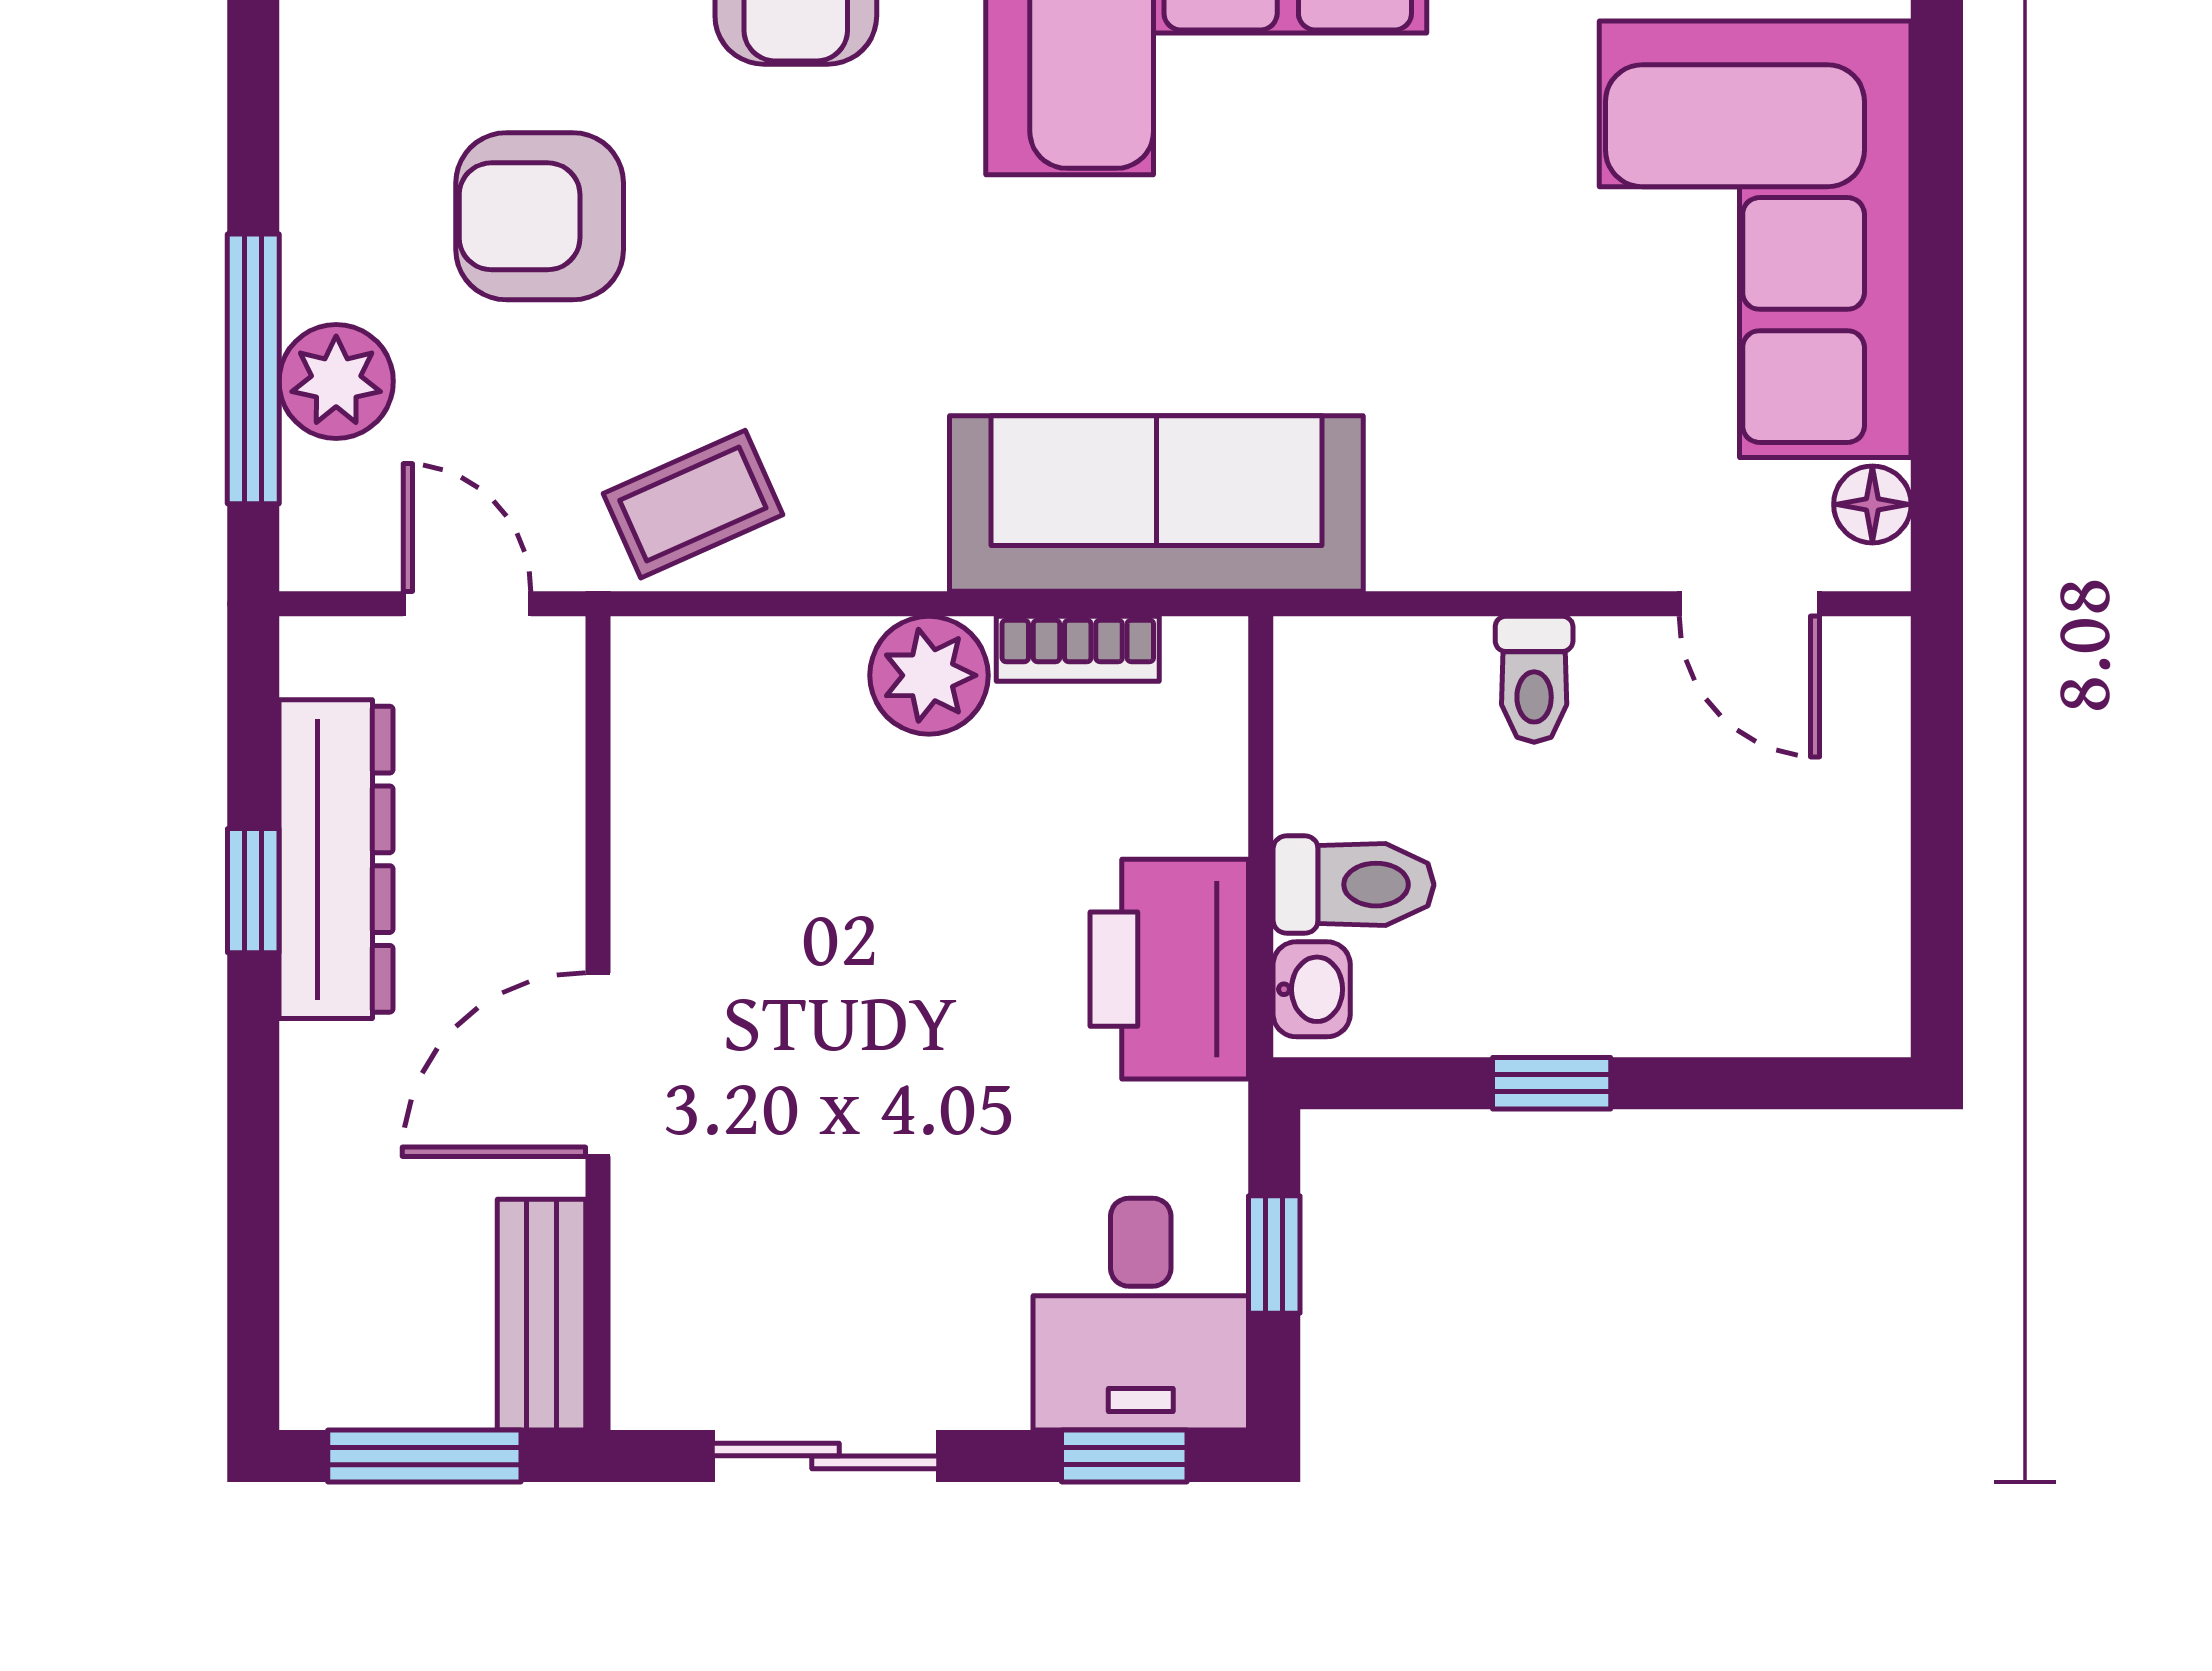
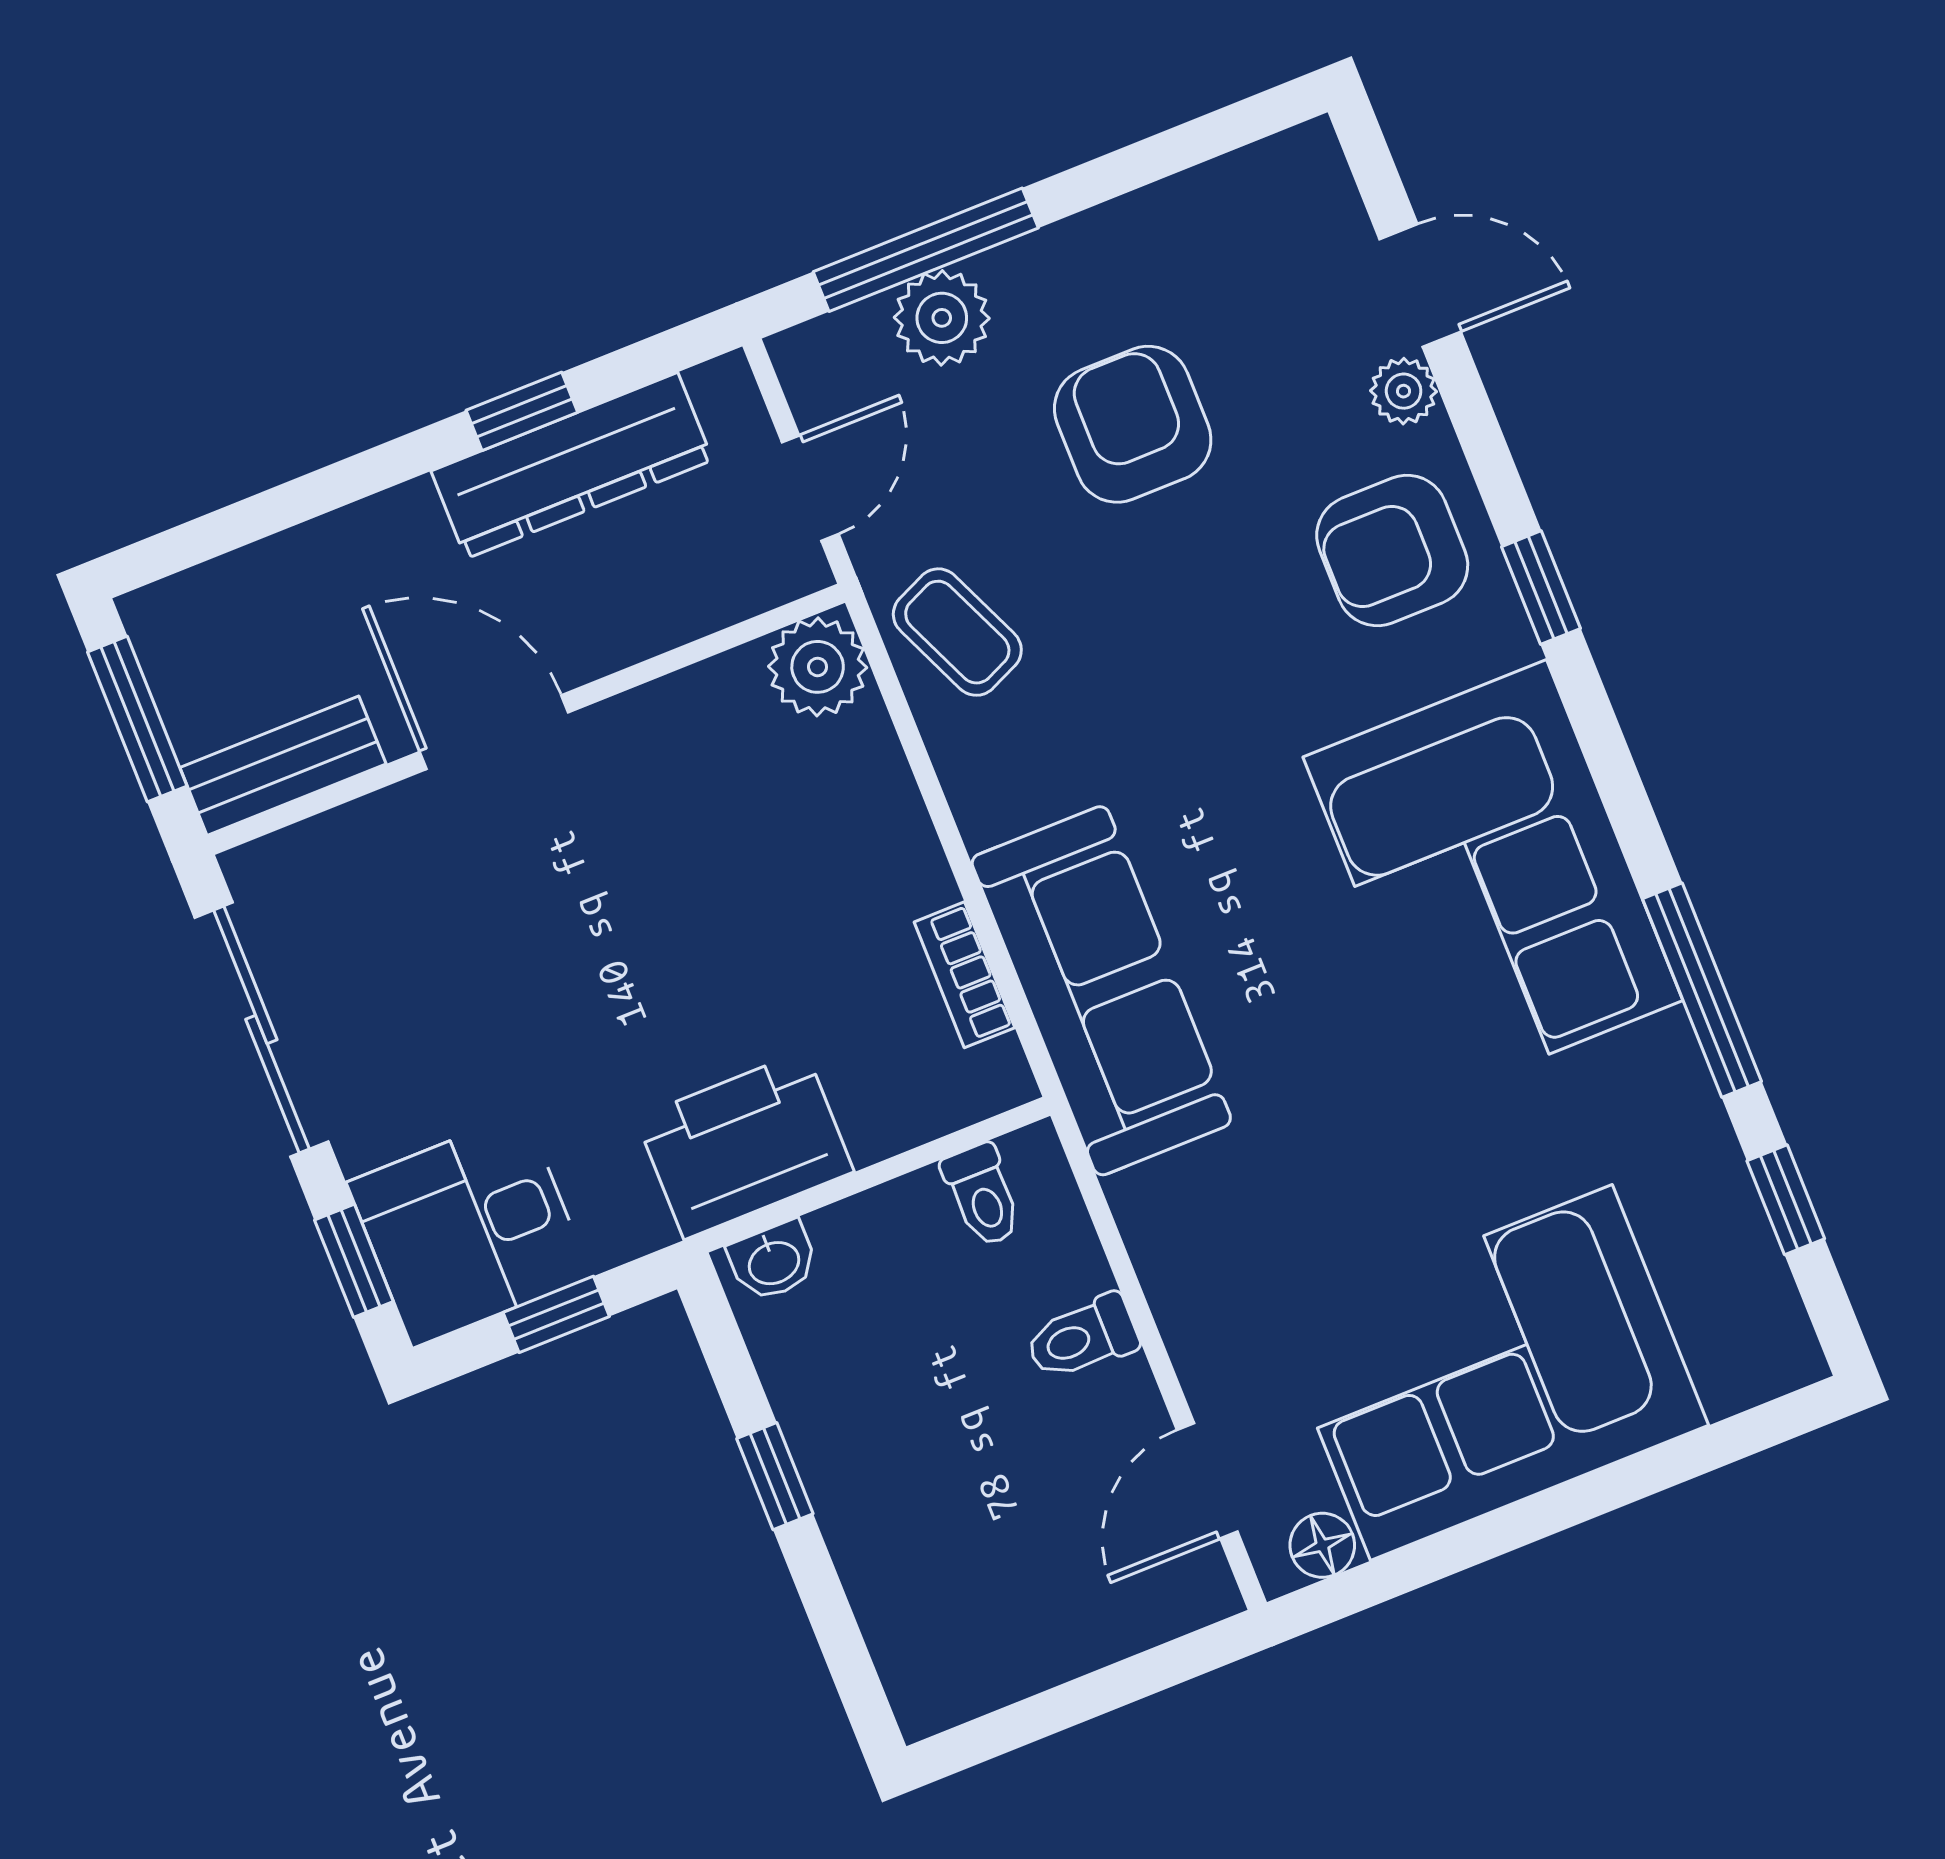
plant: (929, 675) -> (818, 667), moved
toilet: (1354, 885) -> (982, 1195), moved, width x0.73, depth x0.72
sliding door: (826, 1456) -> (261, 1029), width x1.37

